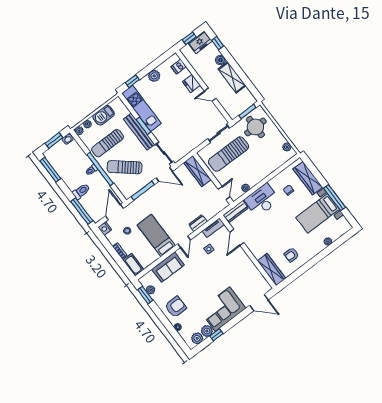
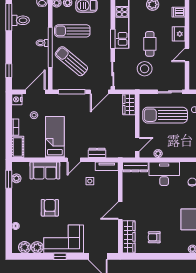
door: (210, 95) -> (187, 55), hinge flipped
cafe table: (175, 108) -> (150, 44), added
stool: (185, 130) -> (145, 69), added
bench: (139, 132) -> (106, 41), removed
wardrobe: (197, 171) -> (129, 104), width x0.67
door: (164, 174) -> (99, 92), hinge flipped
toilet: (81, 191) -> (21, 20), moved
window: (82, 211) -> (9, 71), width x0.46
door: (237, 237) -> (120, 211), moved
armchair: (176, 307) -> (50, 208), moved, turned -90
window: (216, 335) -> (60, 256), moved

